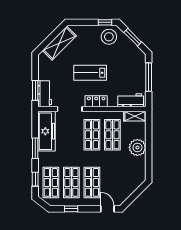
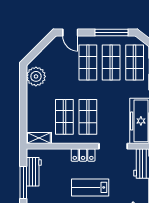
lab bench: (90, 73) -> (90, 187), turned 180
workbench: (131, 100) -> (34, 172), moved, turned -90
plant: (137, 147) -> (36, 76), moved
window: (71, 209) -> (112, 33), width x2.17

